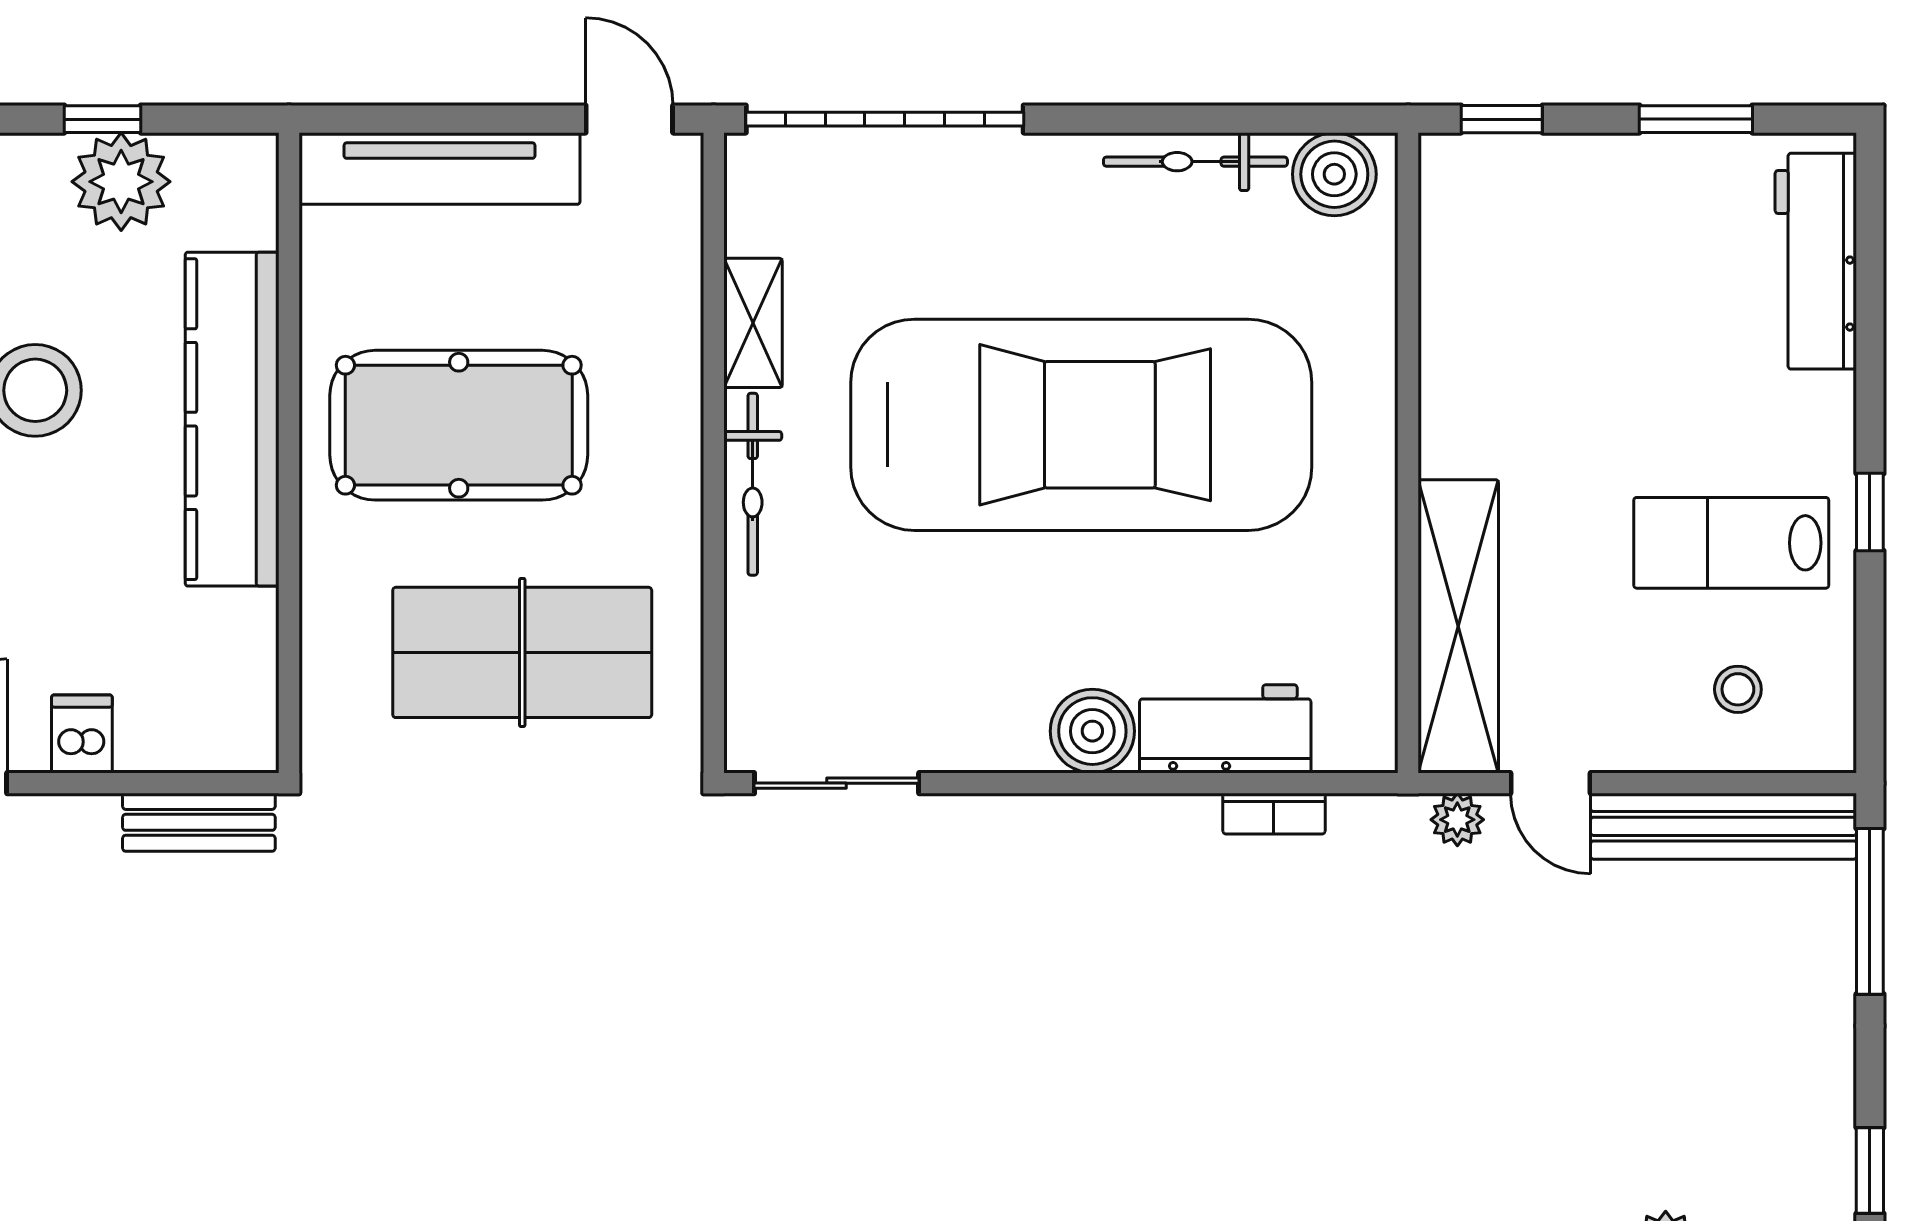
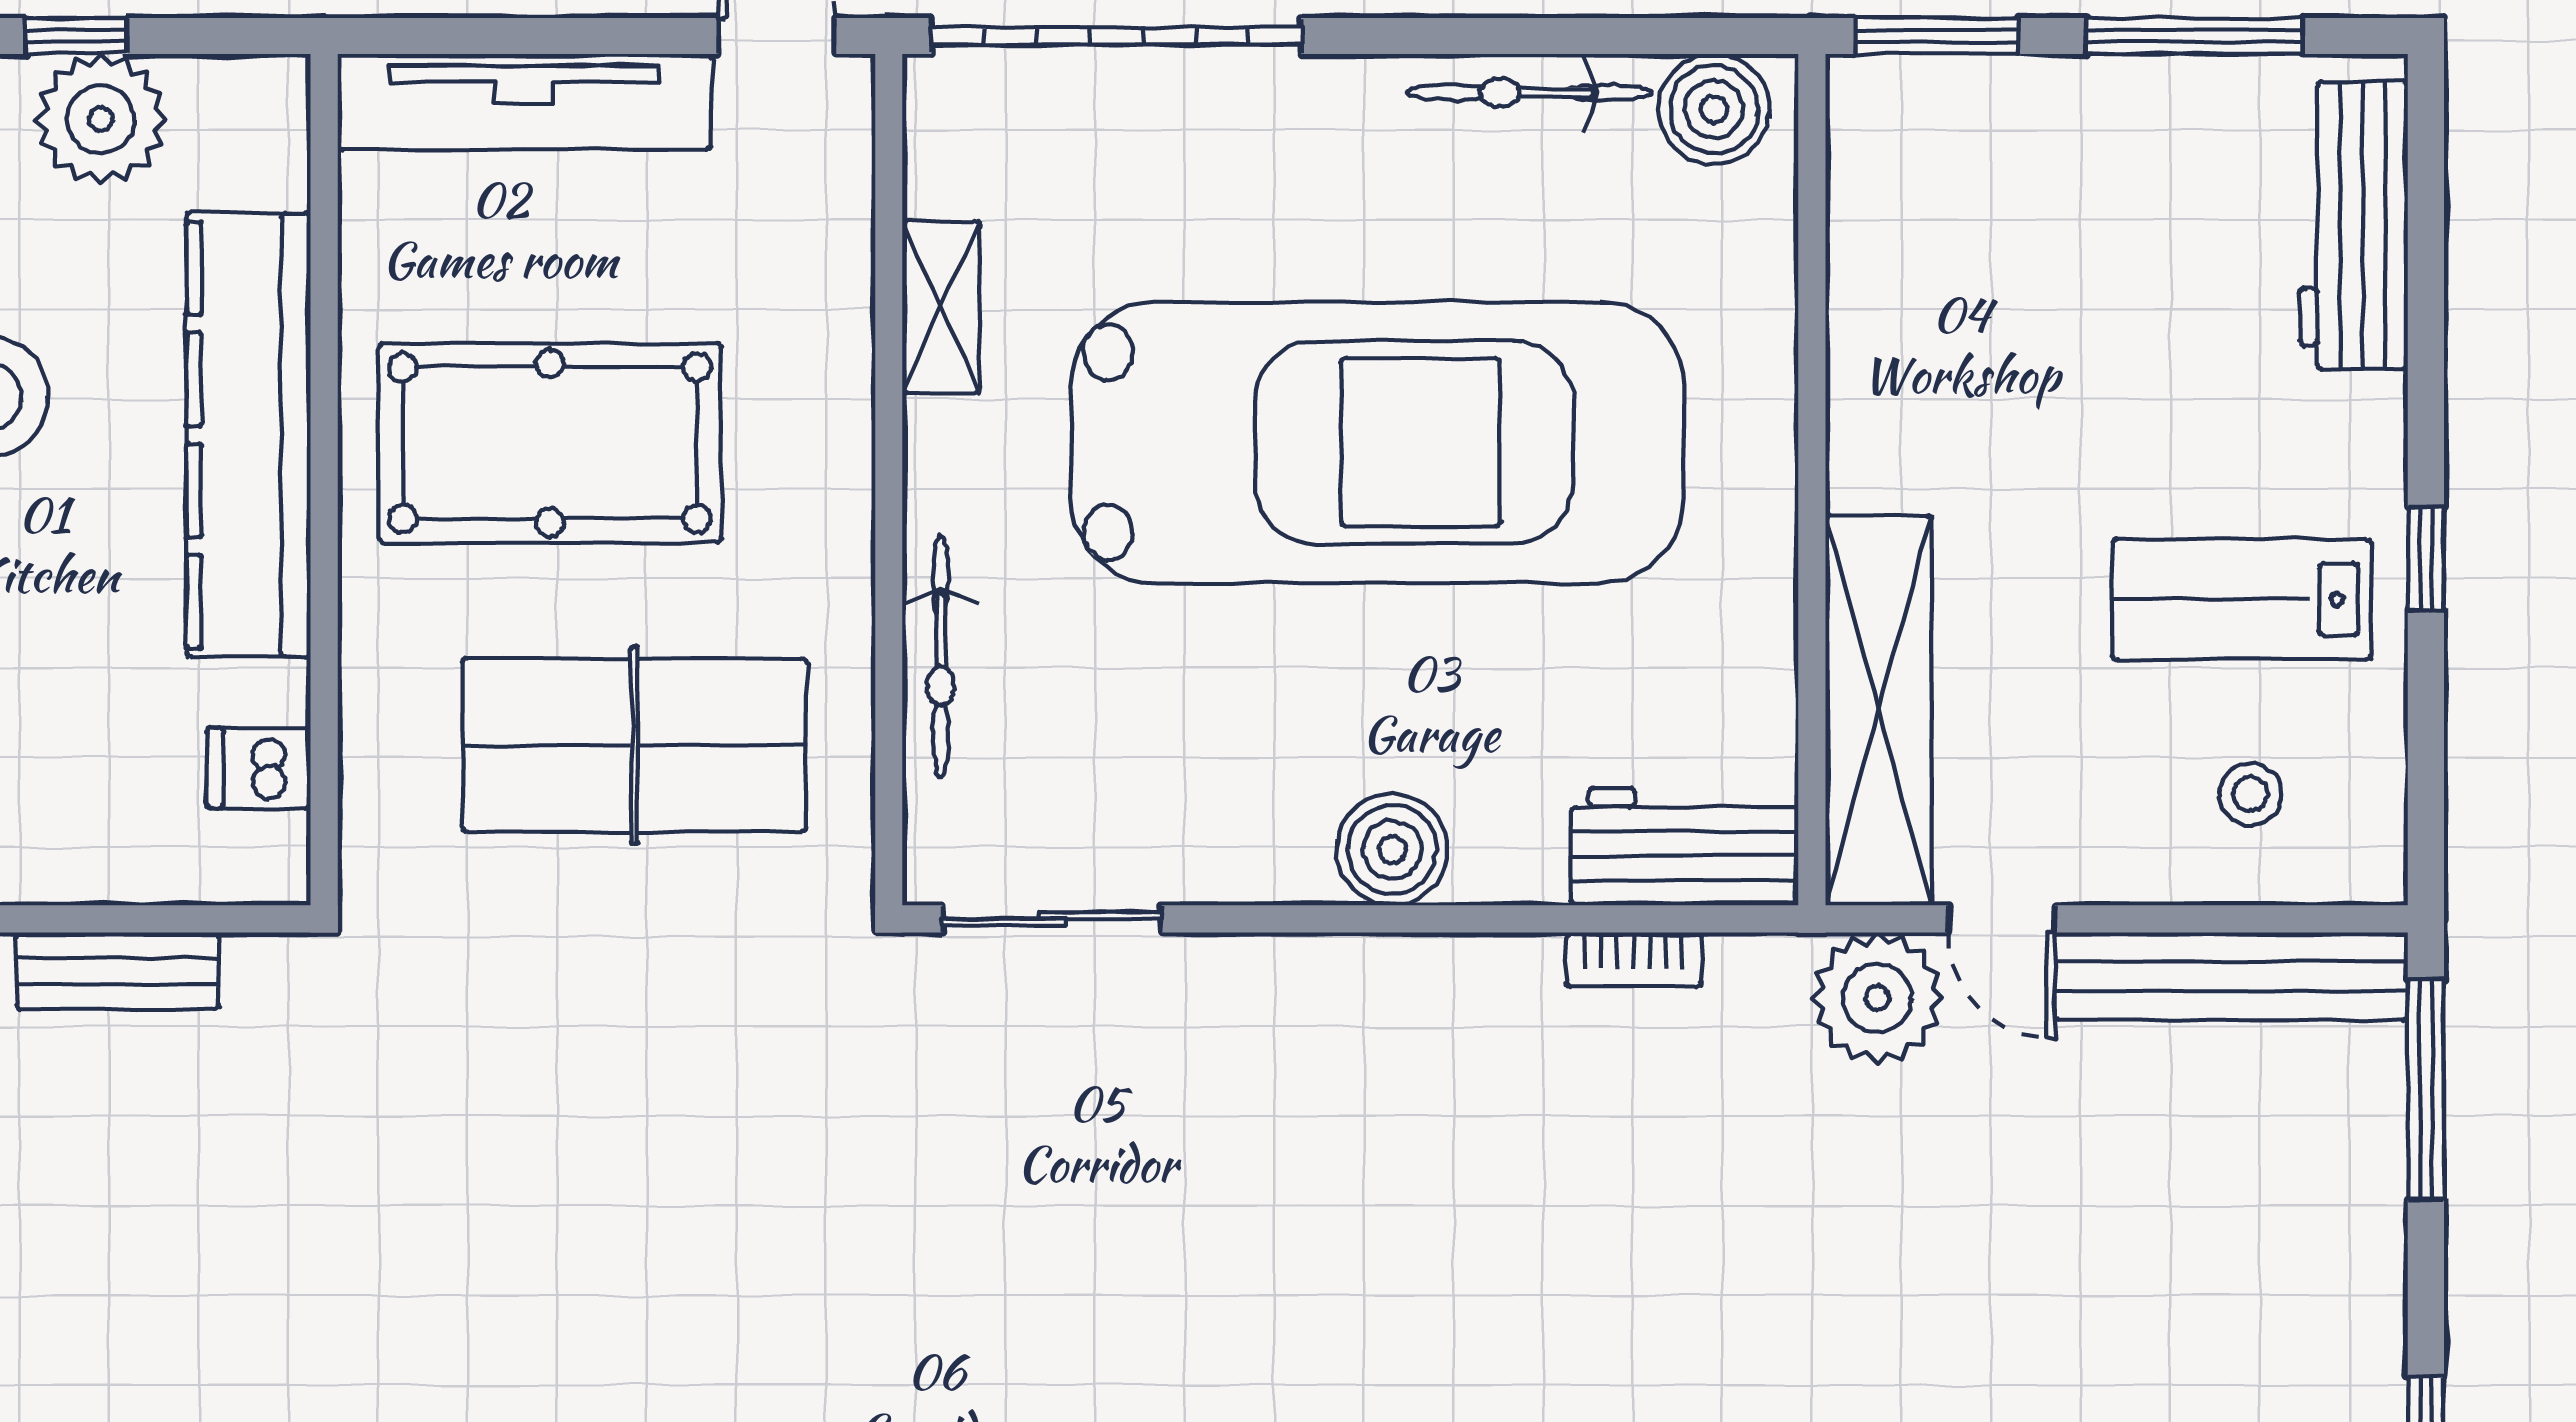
window: (1502, 119) -> (1936, 36), width x1.50
window: (1696, 119) -> (2195, 36), width x1.44
bicycle: (753, 484) -> (941, 657), moved
workbench: (1225, 729) -> (1685, 847), moved
dishwasher: (82, 734) -> (259, 768), moved, turned -90
plant: (1457, 820) -> (1877, 998), width x1.88, depth x1.88
bench: (199, 822) -> (117, 971), moved

